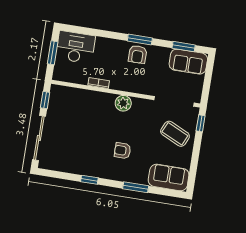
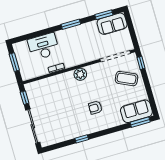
desk: (75, 47) -> (43, 46), moved
armchair: (138, 54) -> (74, 35), removed
window: (136, 187) -> (140, 122), moved

